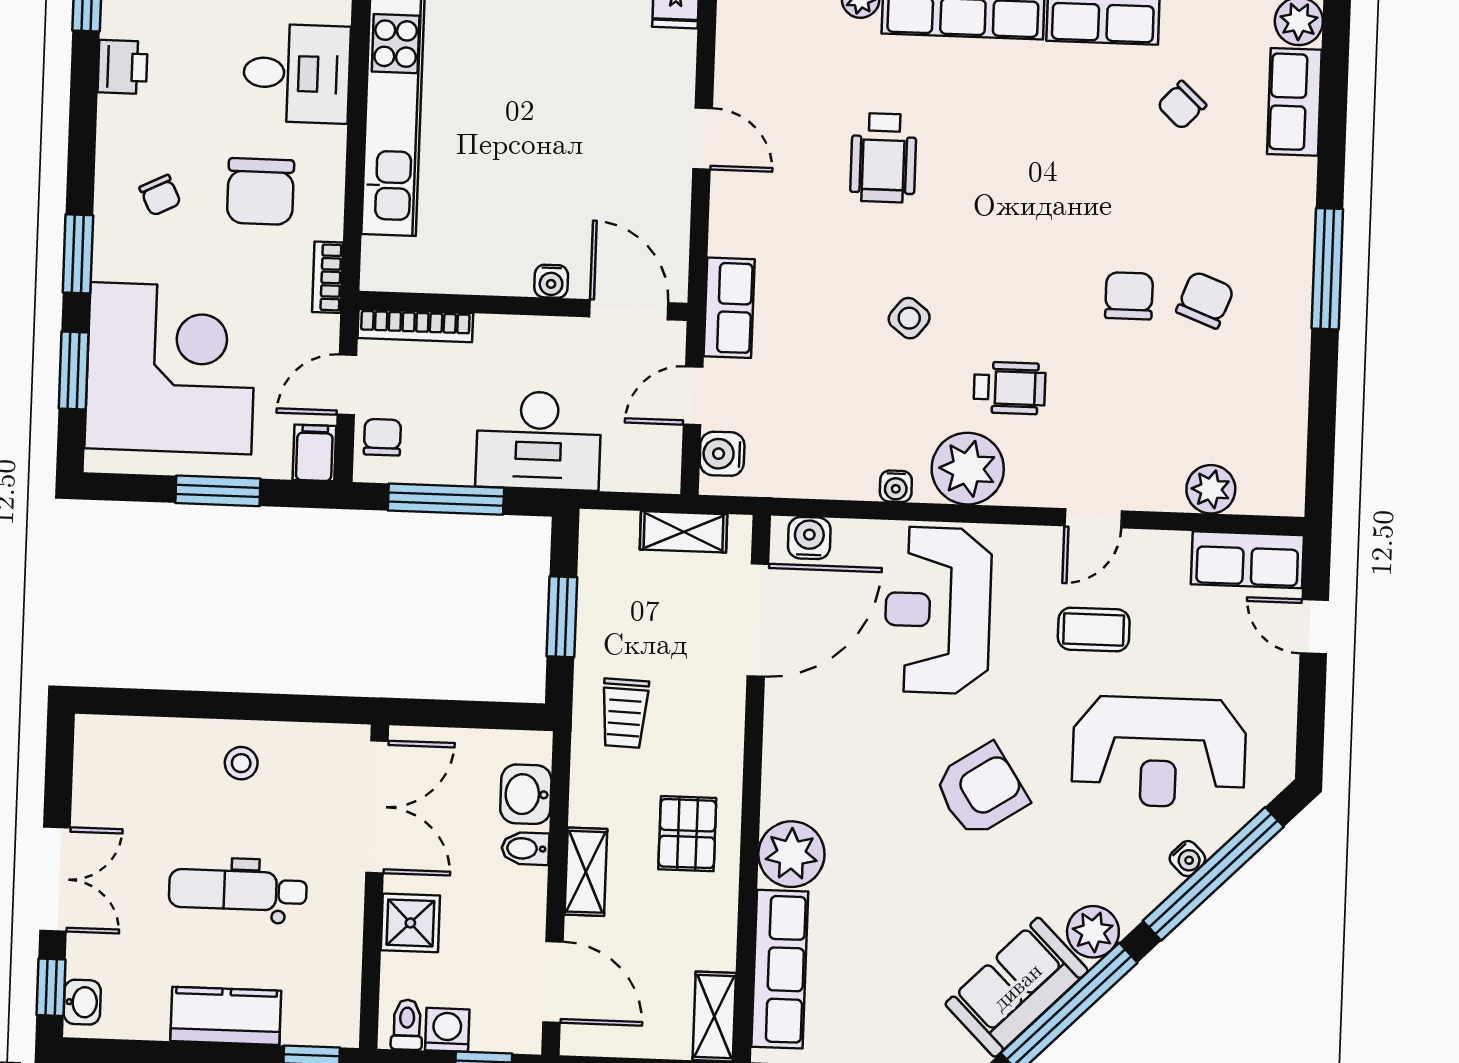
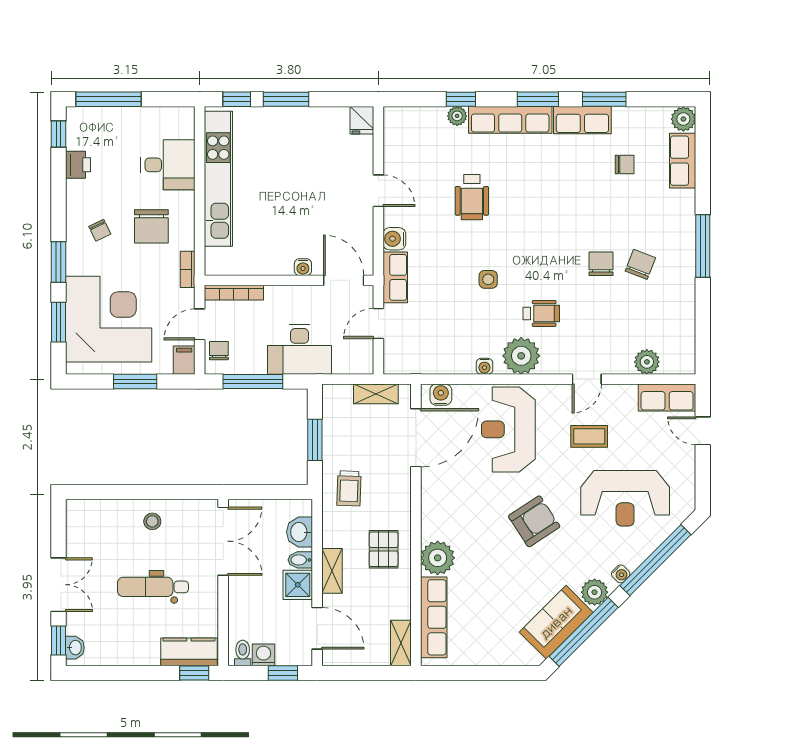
chair: (1182, 105) -> (625, 164), turned -133
side table: (909, 318) -> (488, 279), turned -38
water cooler: (722, 454) -> (394, 239), moved
water cooler: (1187, 859) -> (621, 574), moved
shower: (410, 923) -> (298, 585), moved
kitchen counter: (226, 1016) -> (189, 652), moved

